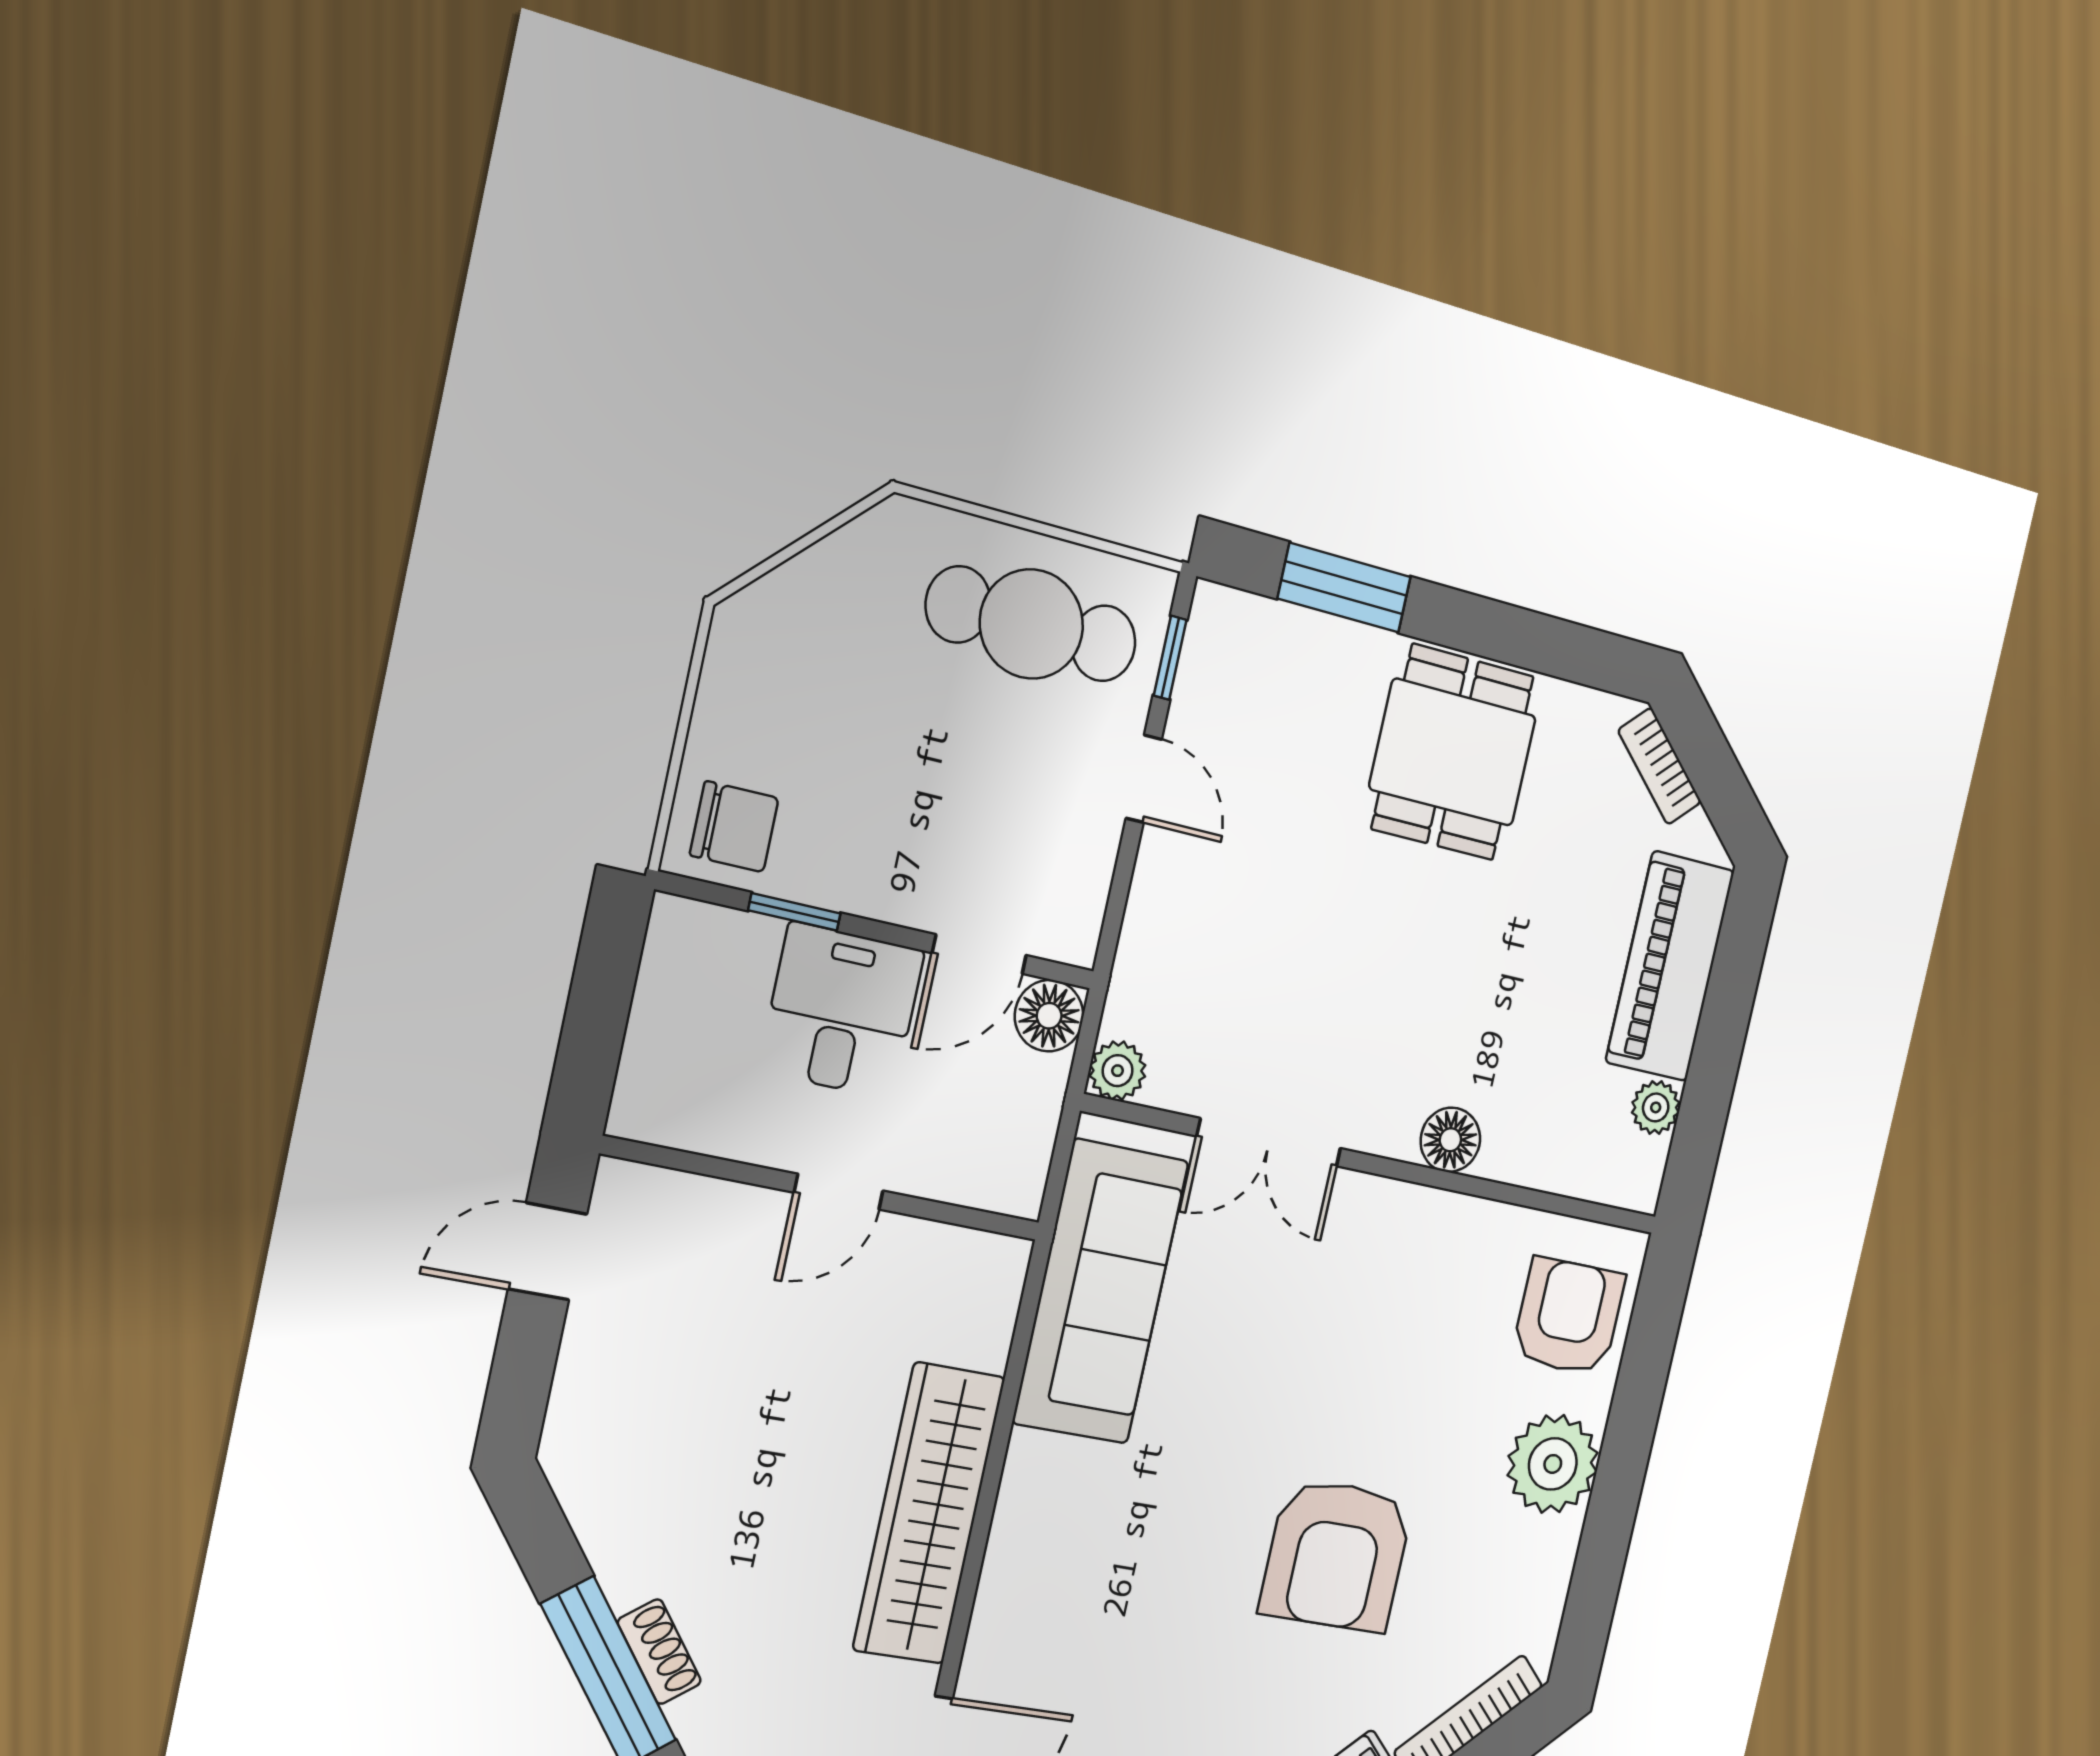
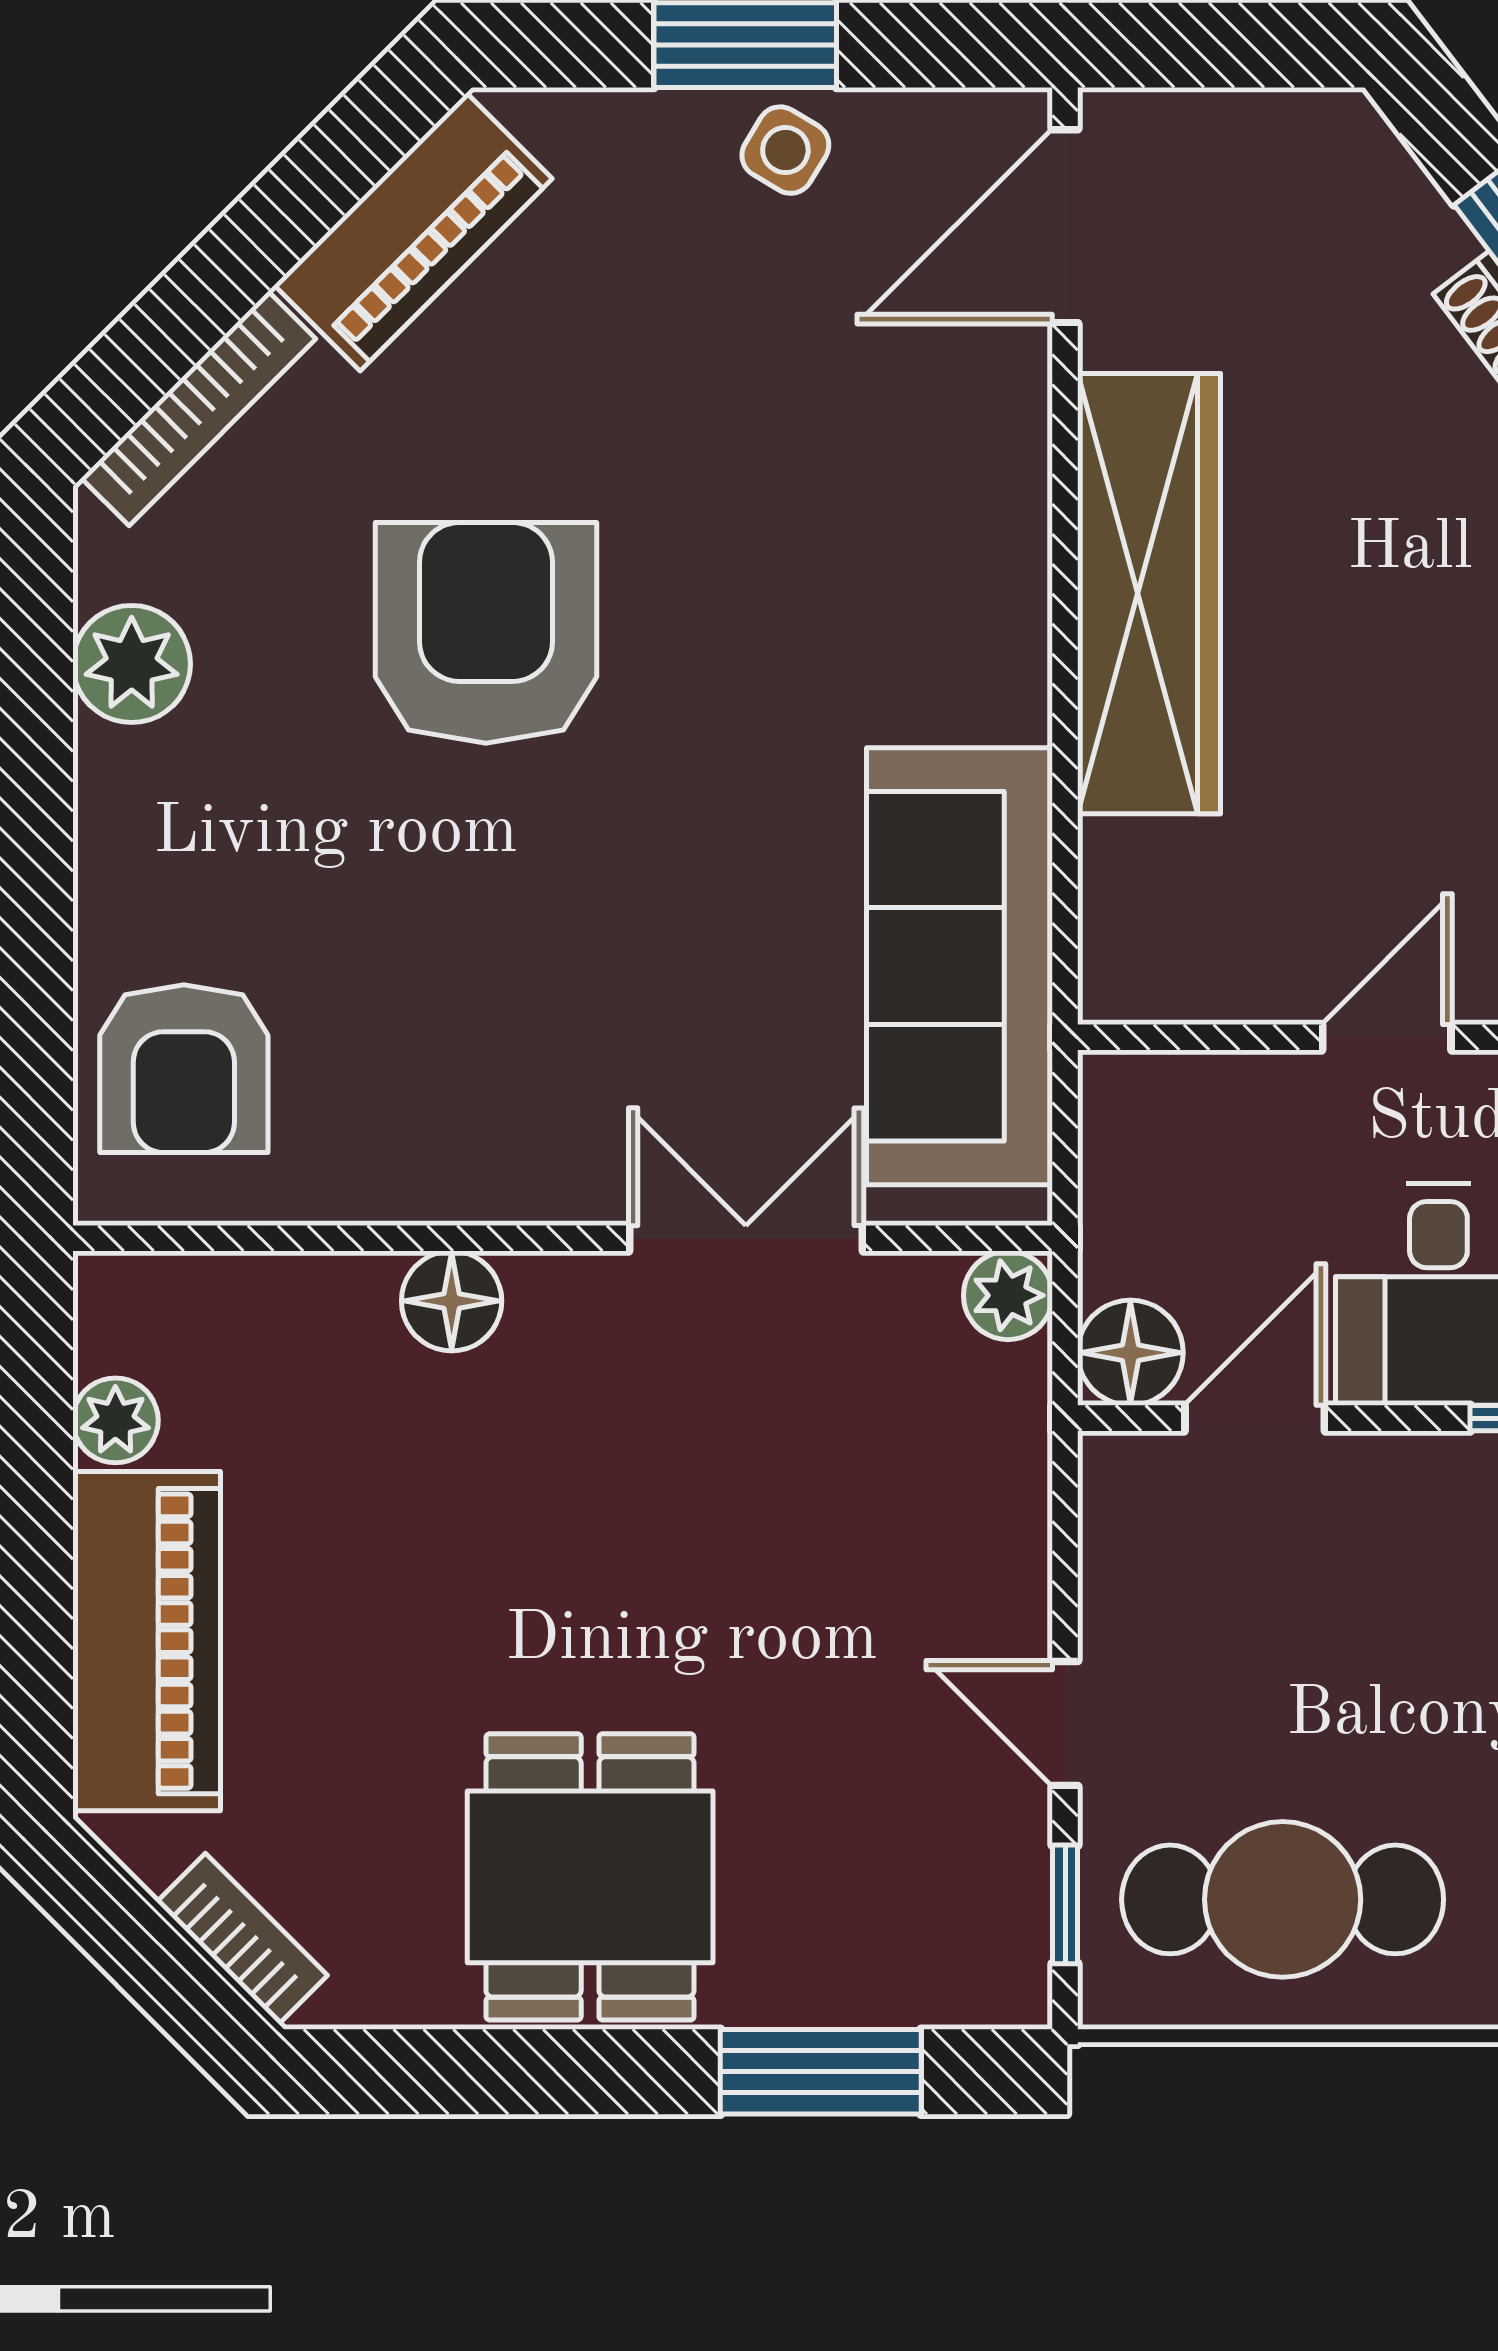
plant: (1553, 1464) -> (132, 664), moved, width x0.73, depth x0.73

